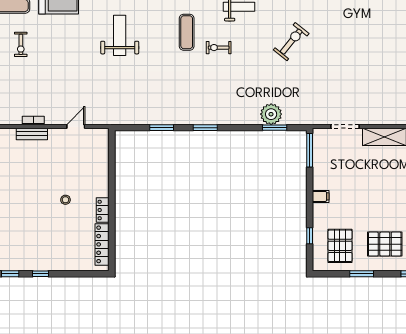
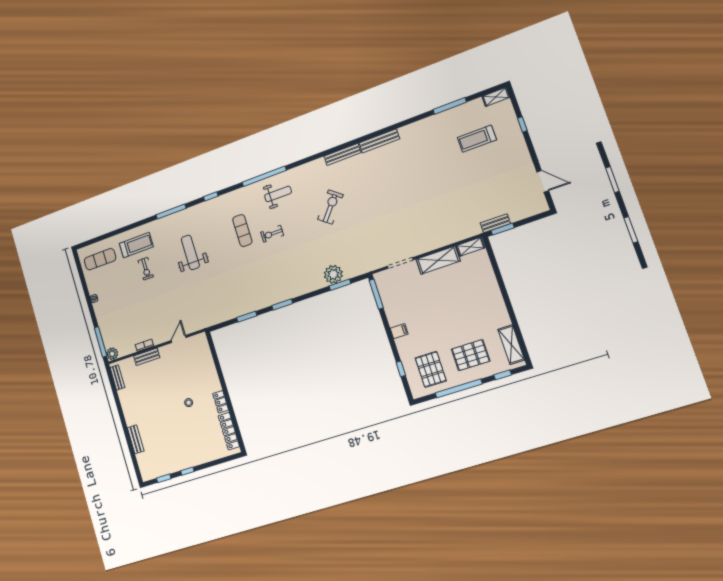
exercise bike: (21, 44) -> (146, 269), moved
window: (362, 274) -> (459, 388), width x2.11

